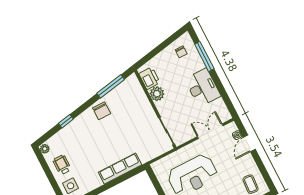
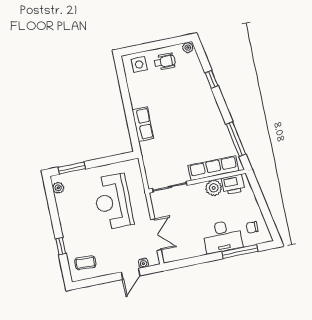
desk: (203, 87) -> (222, 237), moved
row of seats: (140, 98) -> (213, 168), added
chair: (102, 111) -> (212, 122), removed
door: (249, 143) -> (131, 274), swing flipped
row of seats: (120, 169) -> (143, 124), width x0.68

